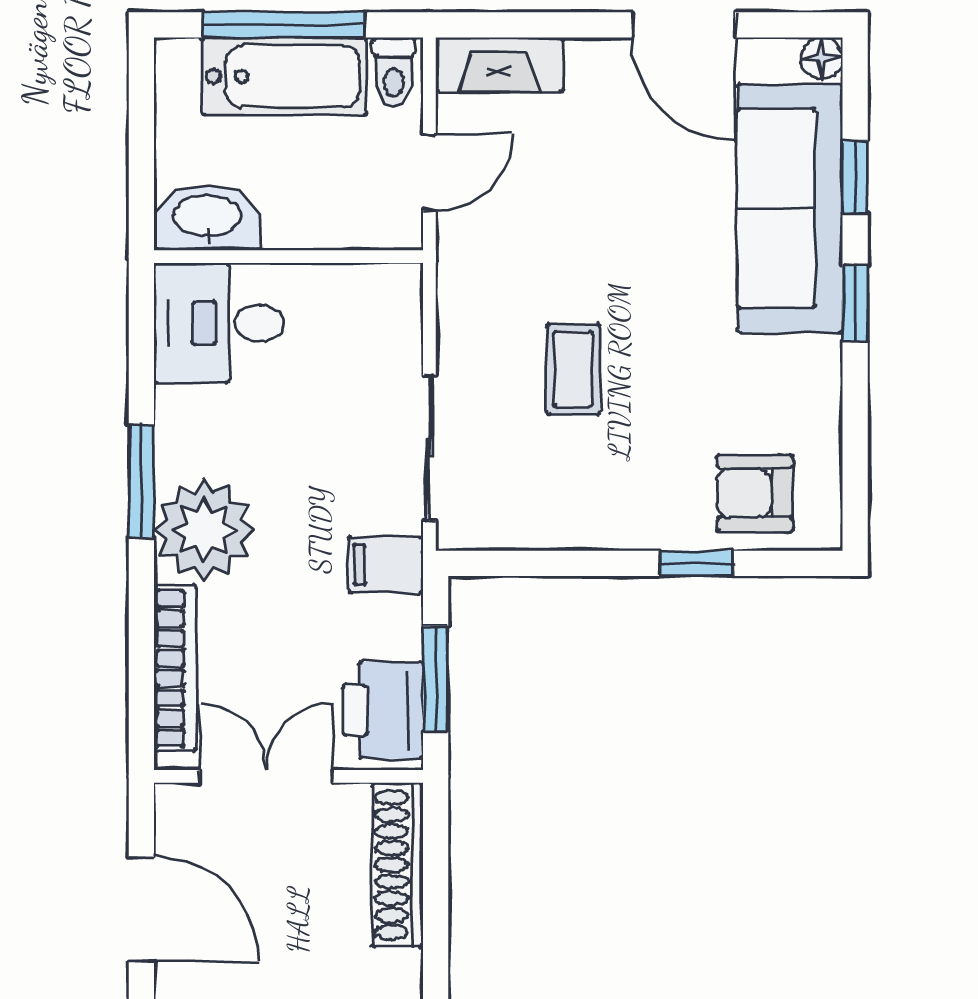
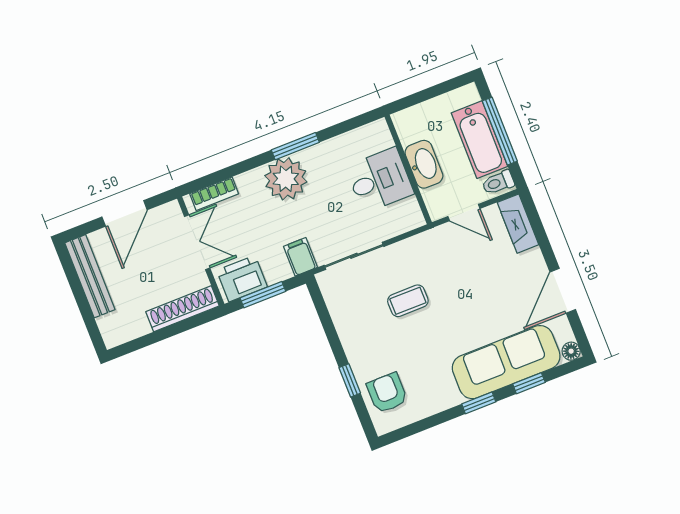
washbasin: (207, 218) -> (424, 164), moved
desk: (219, 323) -> (380, 180), moved, turned 90
bookcase: (175, 668) -> (214, 194), width x0.64

